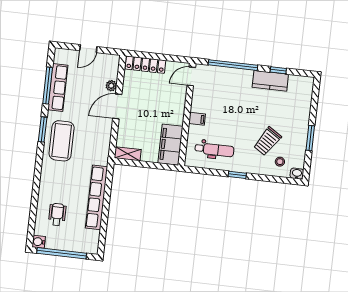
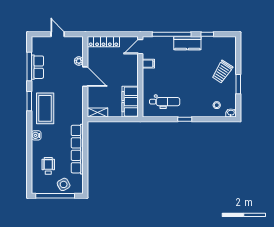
door: (88, 49) -> (58, 34), swing flipped
kitchen counter: (270, 81) -> (187, 43), moved
row of seats: (58, 87) -> (37, 67), width x0.68
door: (117, 106) -> (85, 77), swing flipped
filing cabinet: (197, 119) -> (148, 64), moved
trolley: (267, 141) -> (222, 72), moved
side table: (74, 240) -> (64, 184), added
water cooler: (39, 242) -> (36, 135), moved

